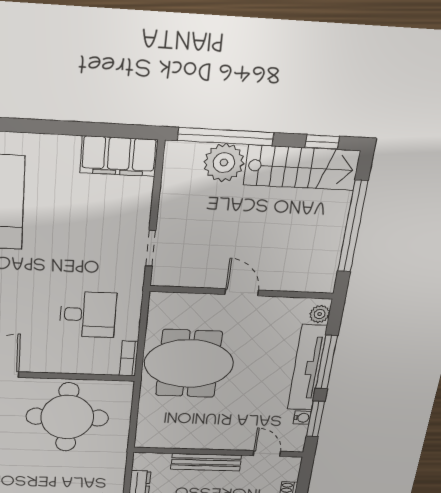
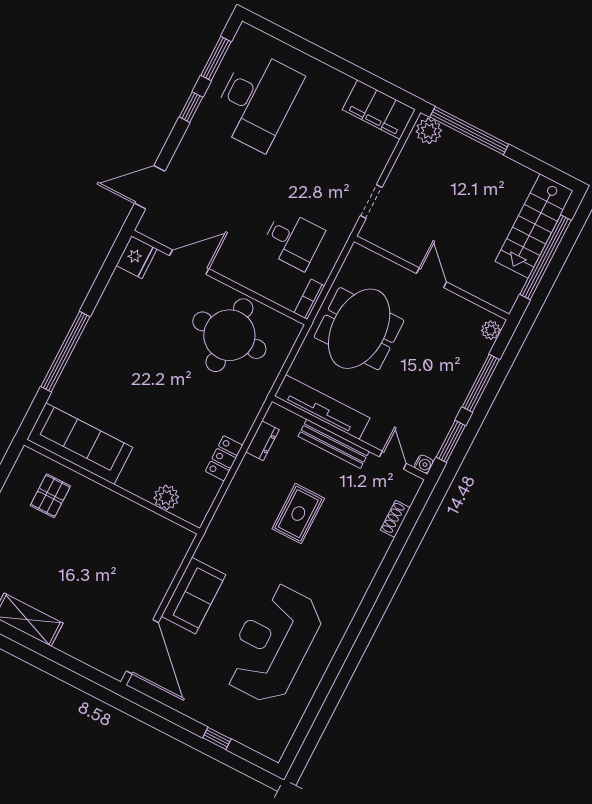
window: (322, 142) -> (545, 169), removed
plant: (224, 163) -> (429, 131), moved, width x0.73, depth x0.73
stairs: (302, 168) -> (534, 226), moved, turned 90
meeting table: (189, 364) -> (359, 329), turned 90
tv unit: (307, 368) -> (322, 407), moved, turned 90
water cooler: (302, 418) -> (424, 464), moved

